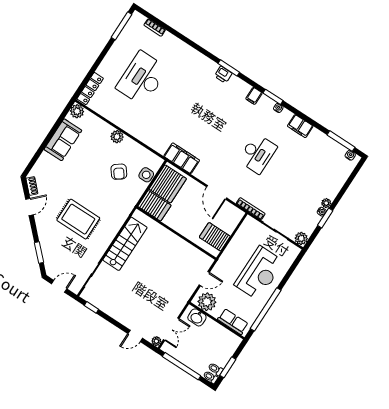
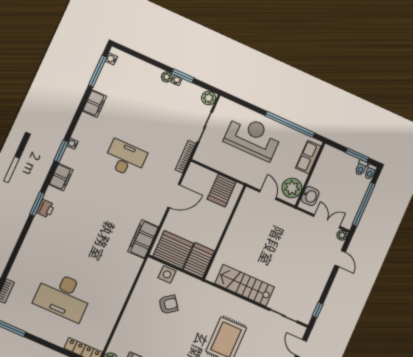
filing cabinet: (254, 96) -> (61, 177), width x2.00
filing cabinet: (300, 126) -> (94, 104), moved
plant: (117, 137) -> (131, 313), removed

